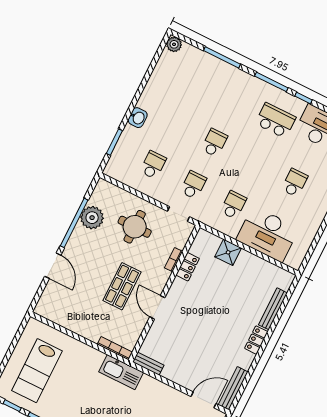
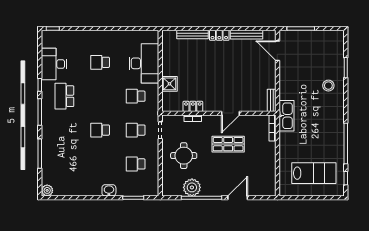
bench: (233, 388) -> (247, 35), moved

